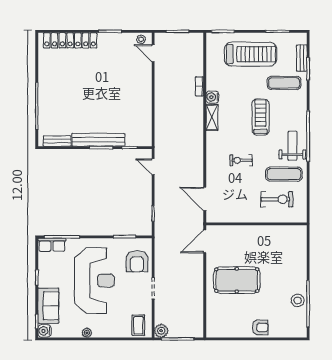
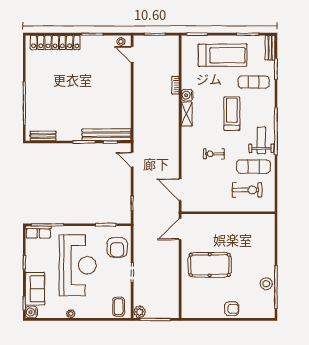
bench: (302, 58) -> (270, 48), moved
bench: (98, 140) -> (106, 135), moved

